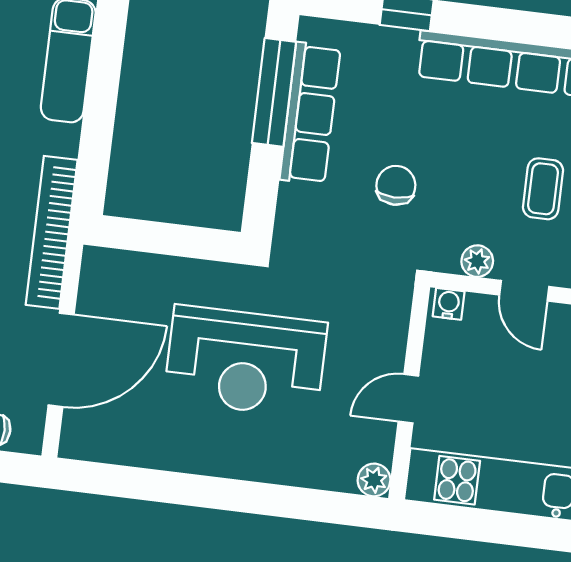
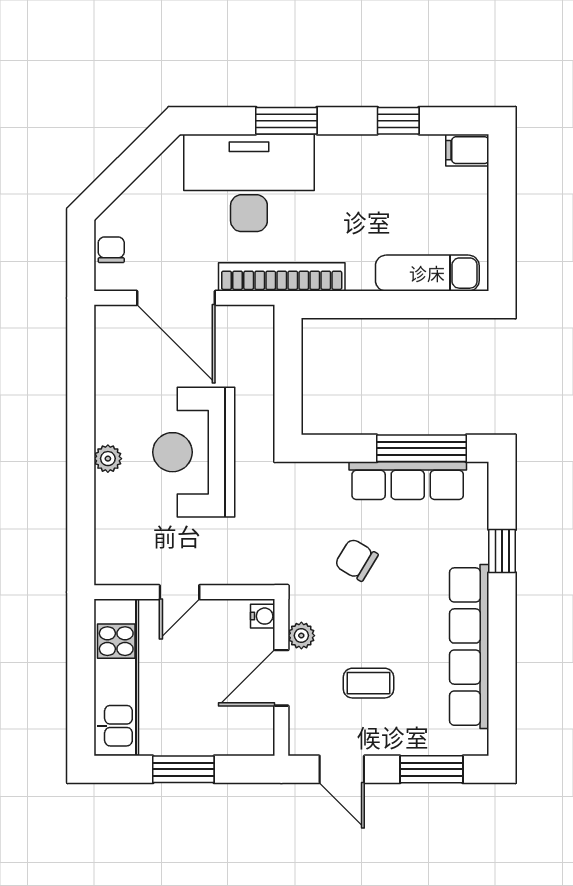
chair: (396, 185) -> (356, 560), turned -149
door: (524, 291) -> (281, 678), width x1.37
door: (408, 399) -> (179, 592), swing flipped
plant: (374, 480) -> (108, 459), moved

